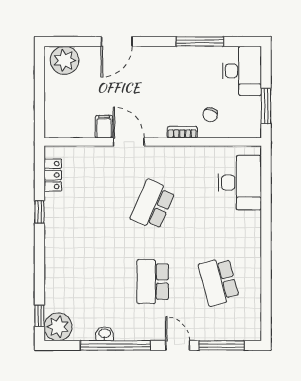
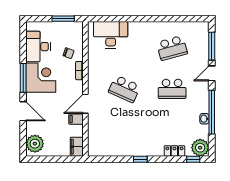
window: (200, 42) -> (23, 78), moved
corner desk: (171, 70) -> (41, 78), added
desk: (242, 71) -> (38, 47), moved, turned -90
filing cabinet: (60, 128) -> (77, 147), added
locker: (53, 175) -> (174, 151), moved
window: (39, 212) -> (140, 159), moved

